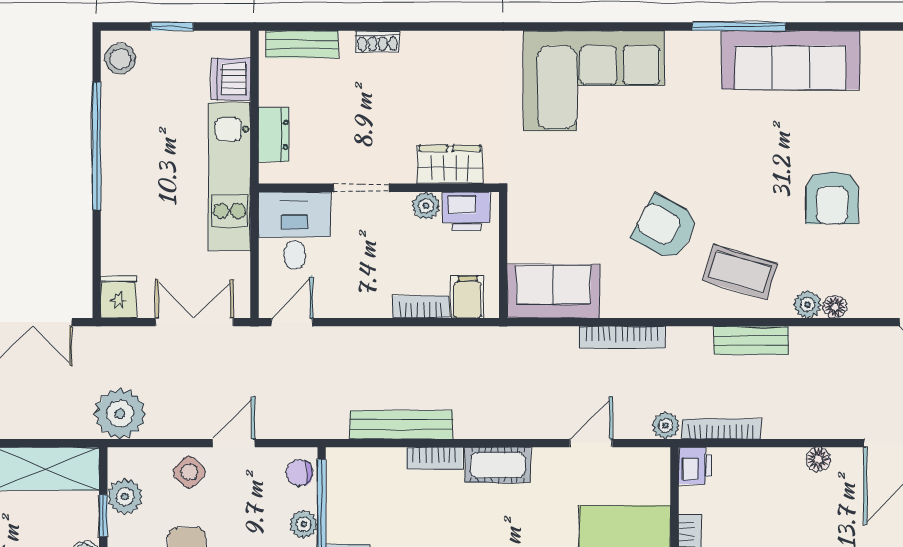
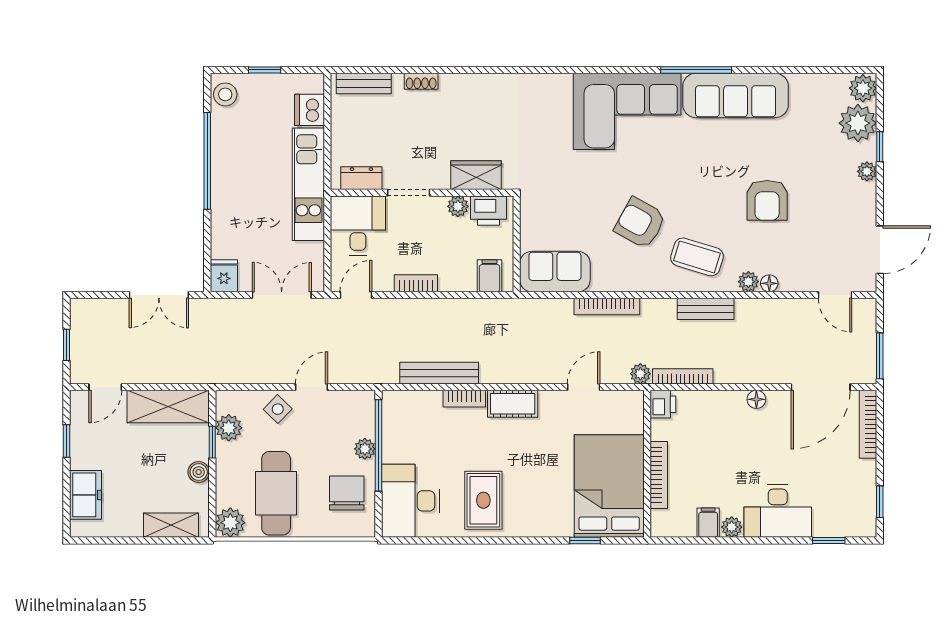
corner sofa: (594, 81) -> (627, 111), moved
dresser: (274, 135) -> (361, 178), moved, turned -90
bookcase: (421, 307) -> (416, 283), moved
plant: (120, 414) -> (225, 365), removed
chair: (299, 473) -> (362, 410), removed

